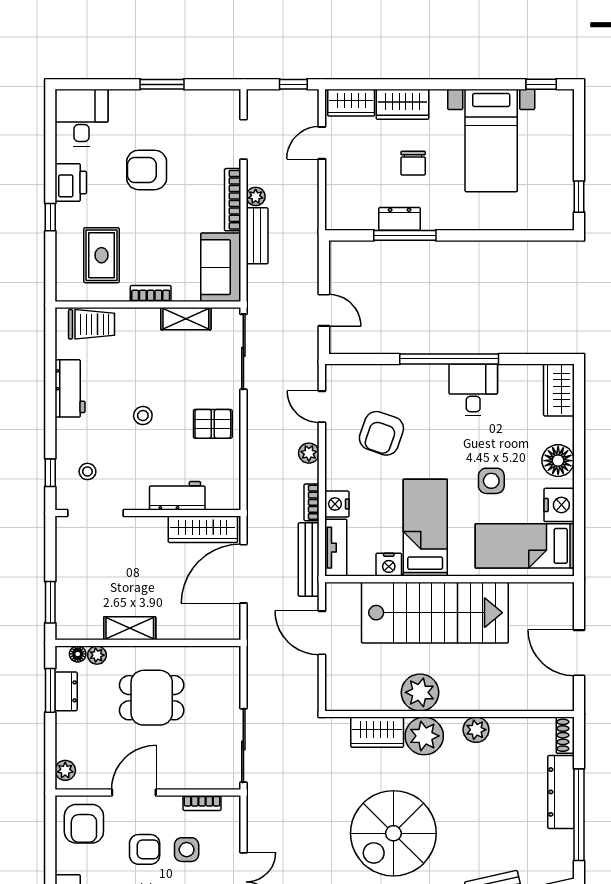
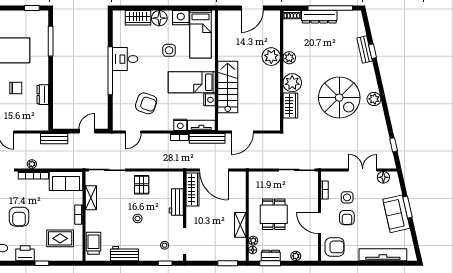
window: (405, 235) -> (51, 41), moved
bench: (257, 236) -> (54, 139), moved
wardrobe: (559, 390) -> (138, 18), moved
plant: (309, 453) -> (156, 138), removed
stairs: (435, 613) -> (228, 87), width x0.73, depth x0.66
plant: (420, 692) -> (271, 57), moved
plant: (65, 770) -> (296, 256), moved
armchair: (145, 849) -> (347, 218), turned 180

